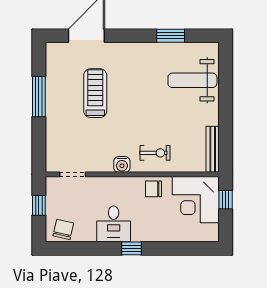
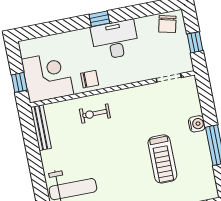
water cooler: (122, 164) -> (197, 124), moved, turned 90
desk: (114, 224) -> (115, 40), width x1.37

